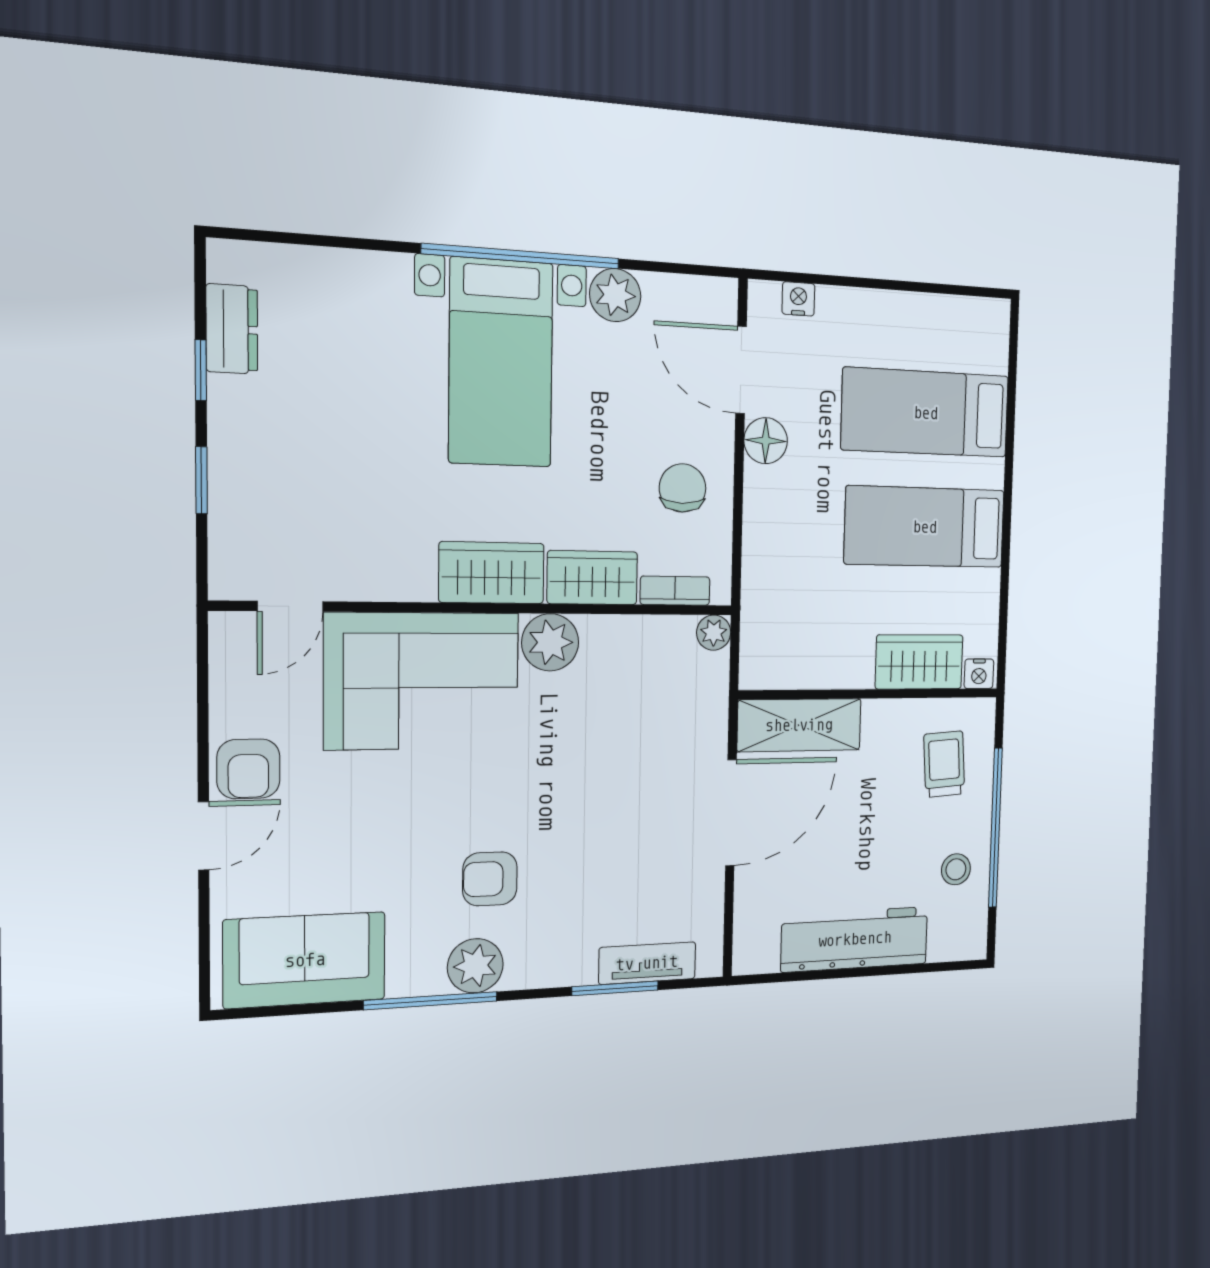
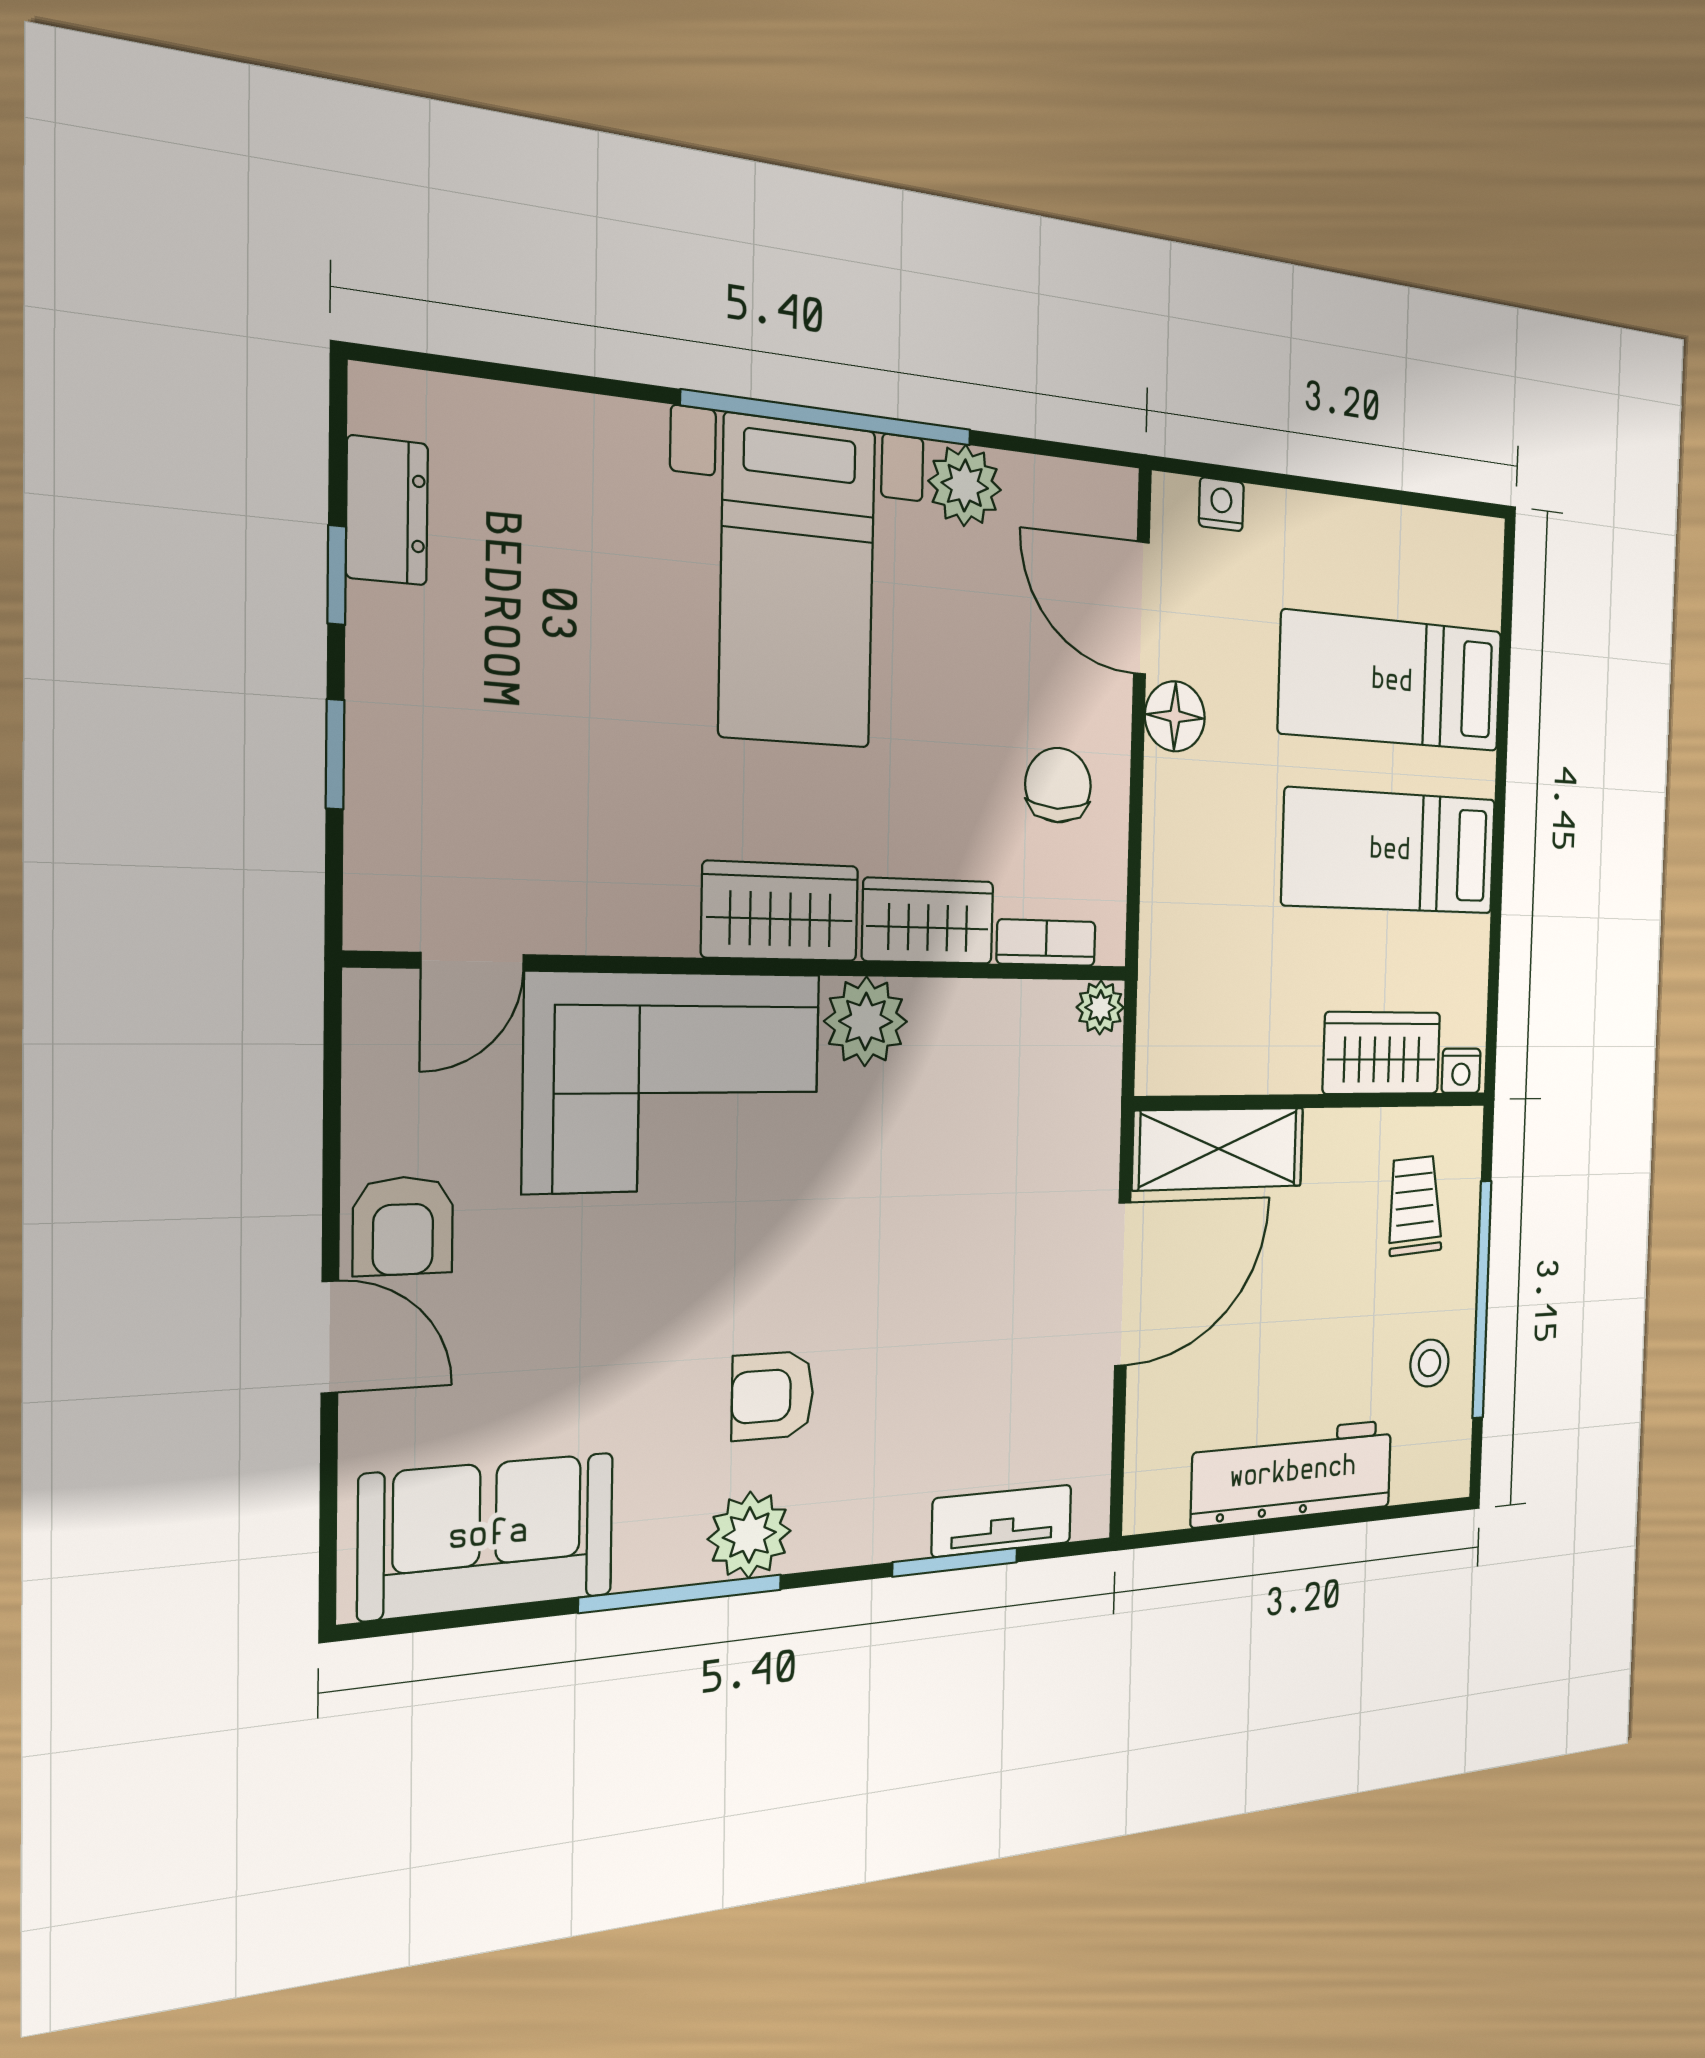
door: (204, 836) -> (330, 1337), hinge flipped

